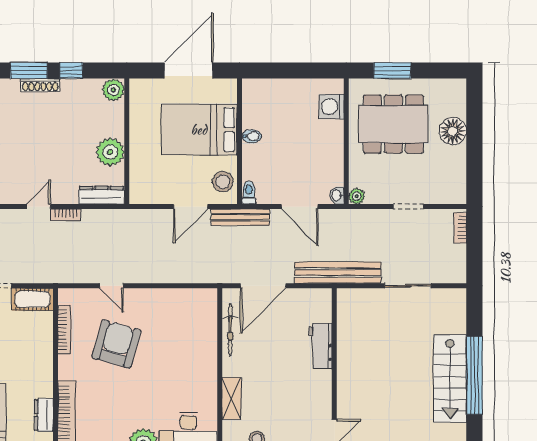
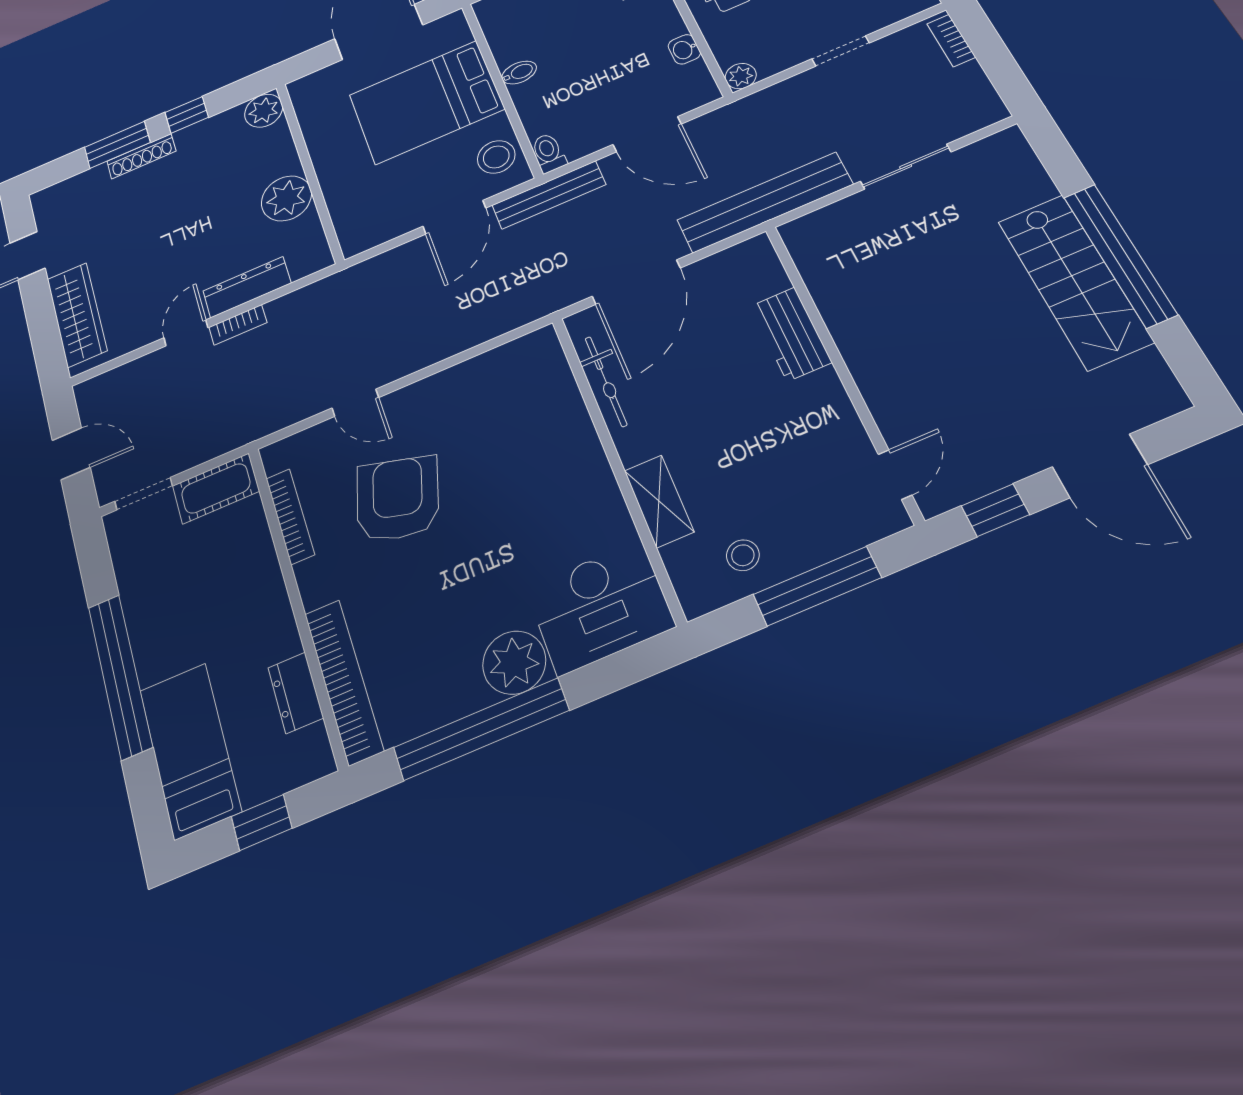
dresser: (101, 195) -> (247, 287), moved
washbasin: (337, 195) -> (684, 49), moved

